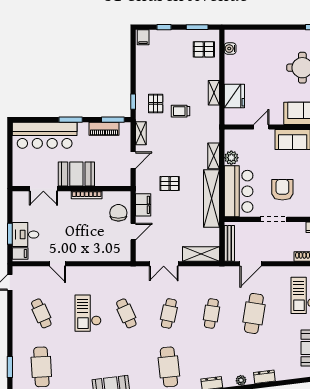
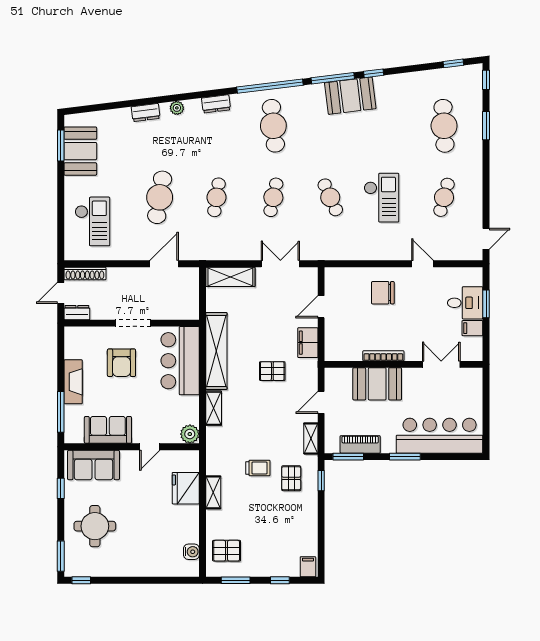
plant: (231, 158) -> (190, 434), moved
booth: (76, 174) -> (377, 384), moved
chair: (118, 213) -> (383, 293), moved, turned 90
bench: (229, 243) -> (192, 291), removed
filing cabinet: (20, 254) -> (472, 328), moved
cafe table: (41, 313) -> (444, 197), turned 39

